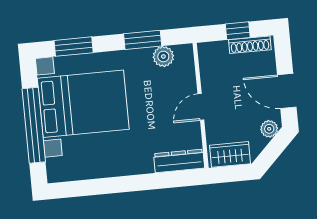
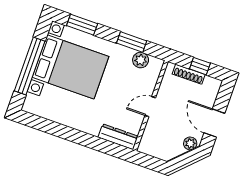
shoe rack: (250, 45) -> (189, 74), moved
wardrobe: (230, 154) -> (155, 149), removed

